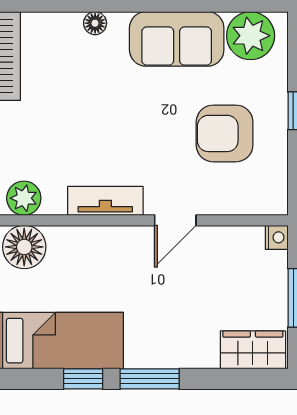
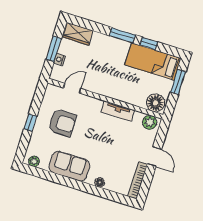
plant: (251, 36) -> (34, 161), width x0.53, depth x0.53
door: (175, 220) -> (72, 88), moved
nightstand: (277, 237) -> (60, 60), moved

